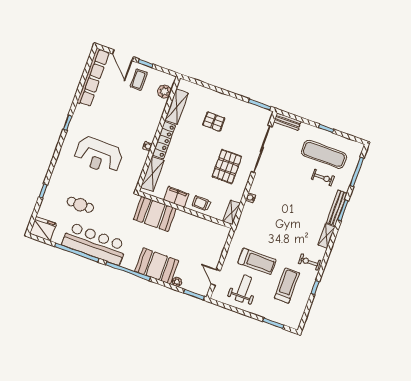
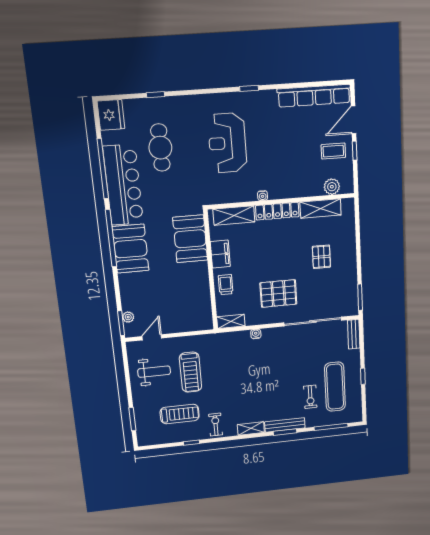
cafe table: (80, 205) -> (160, 148), width x1.37, depth x1.35
booth: (157, 266) -> (131, 249), moved
plant: (177, 282) -> (128, 317), moved

